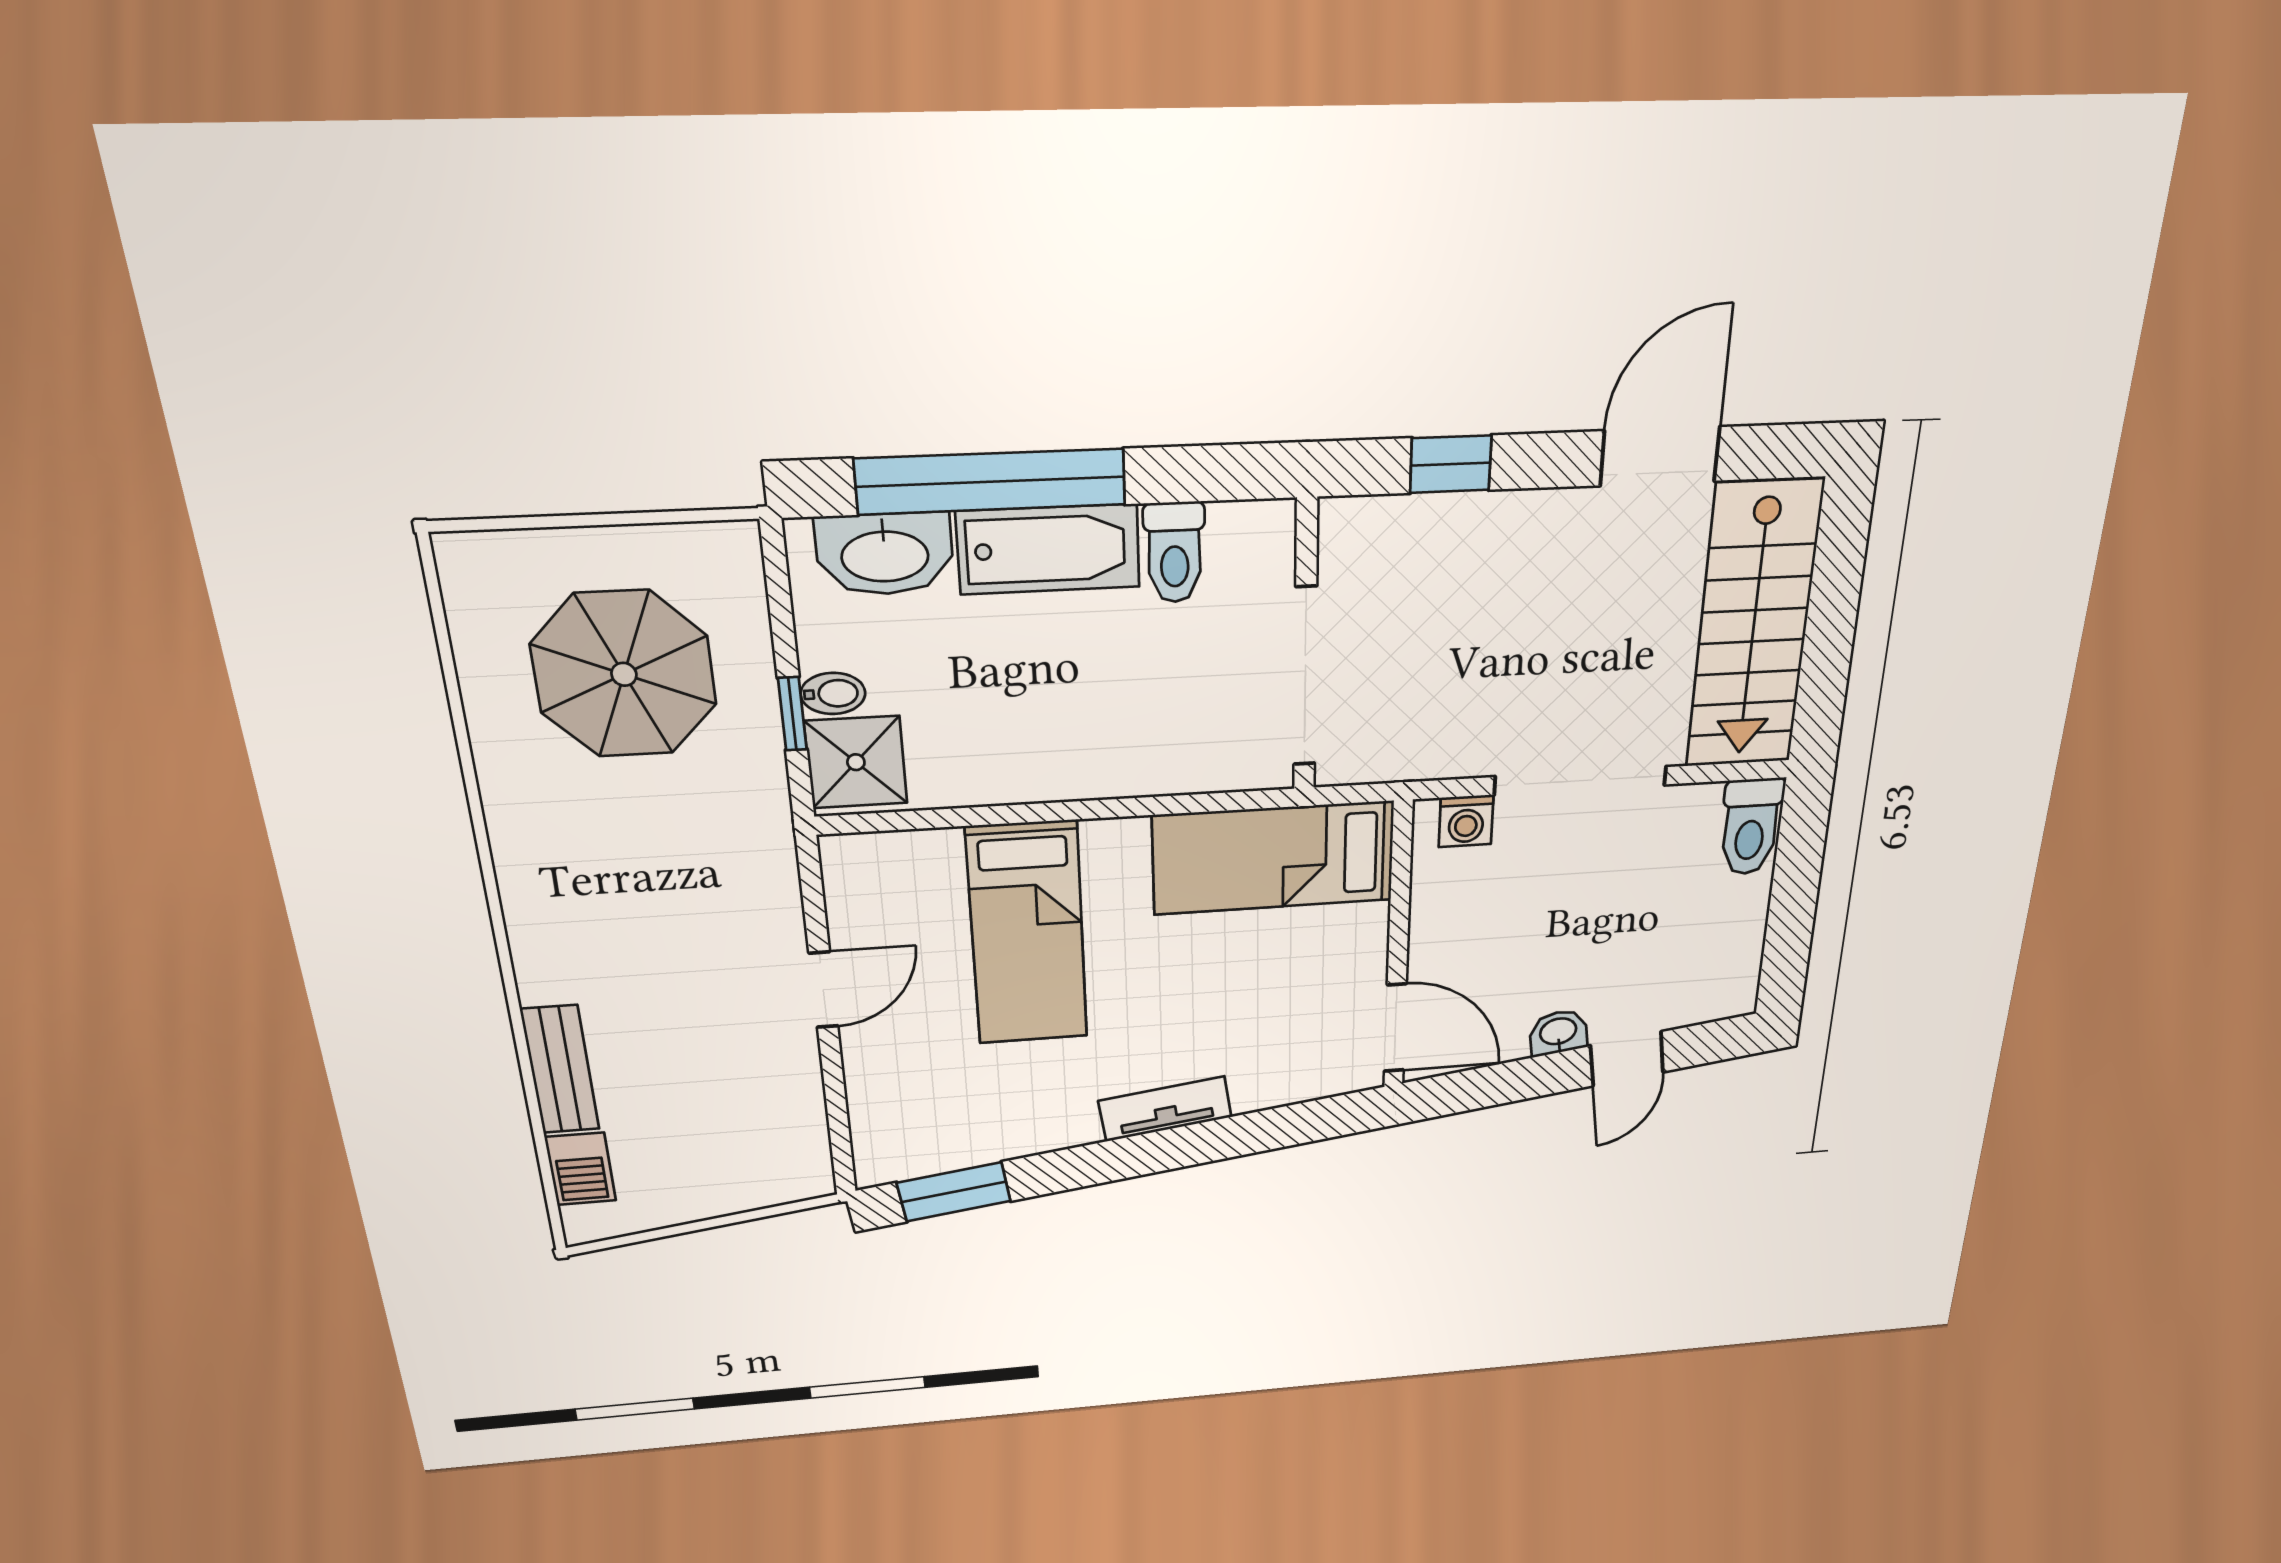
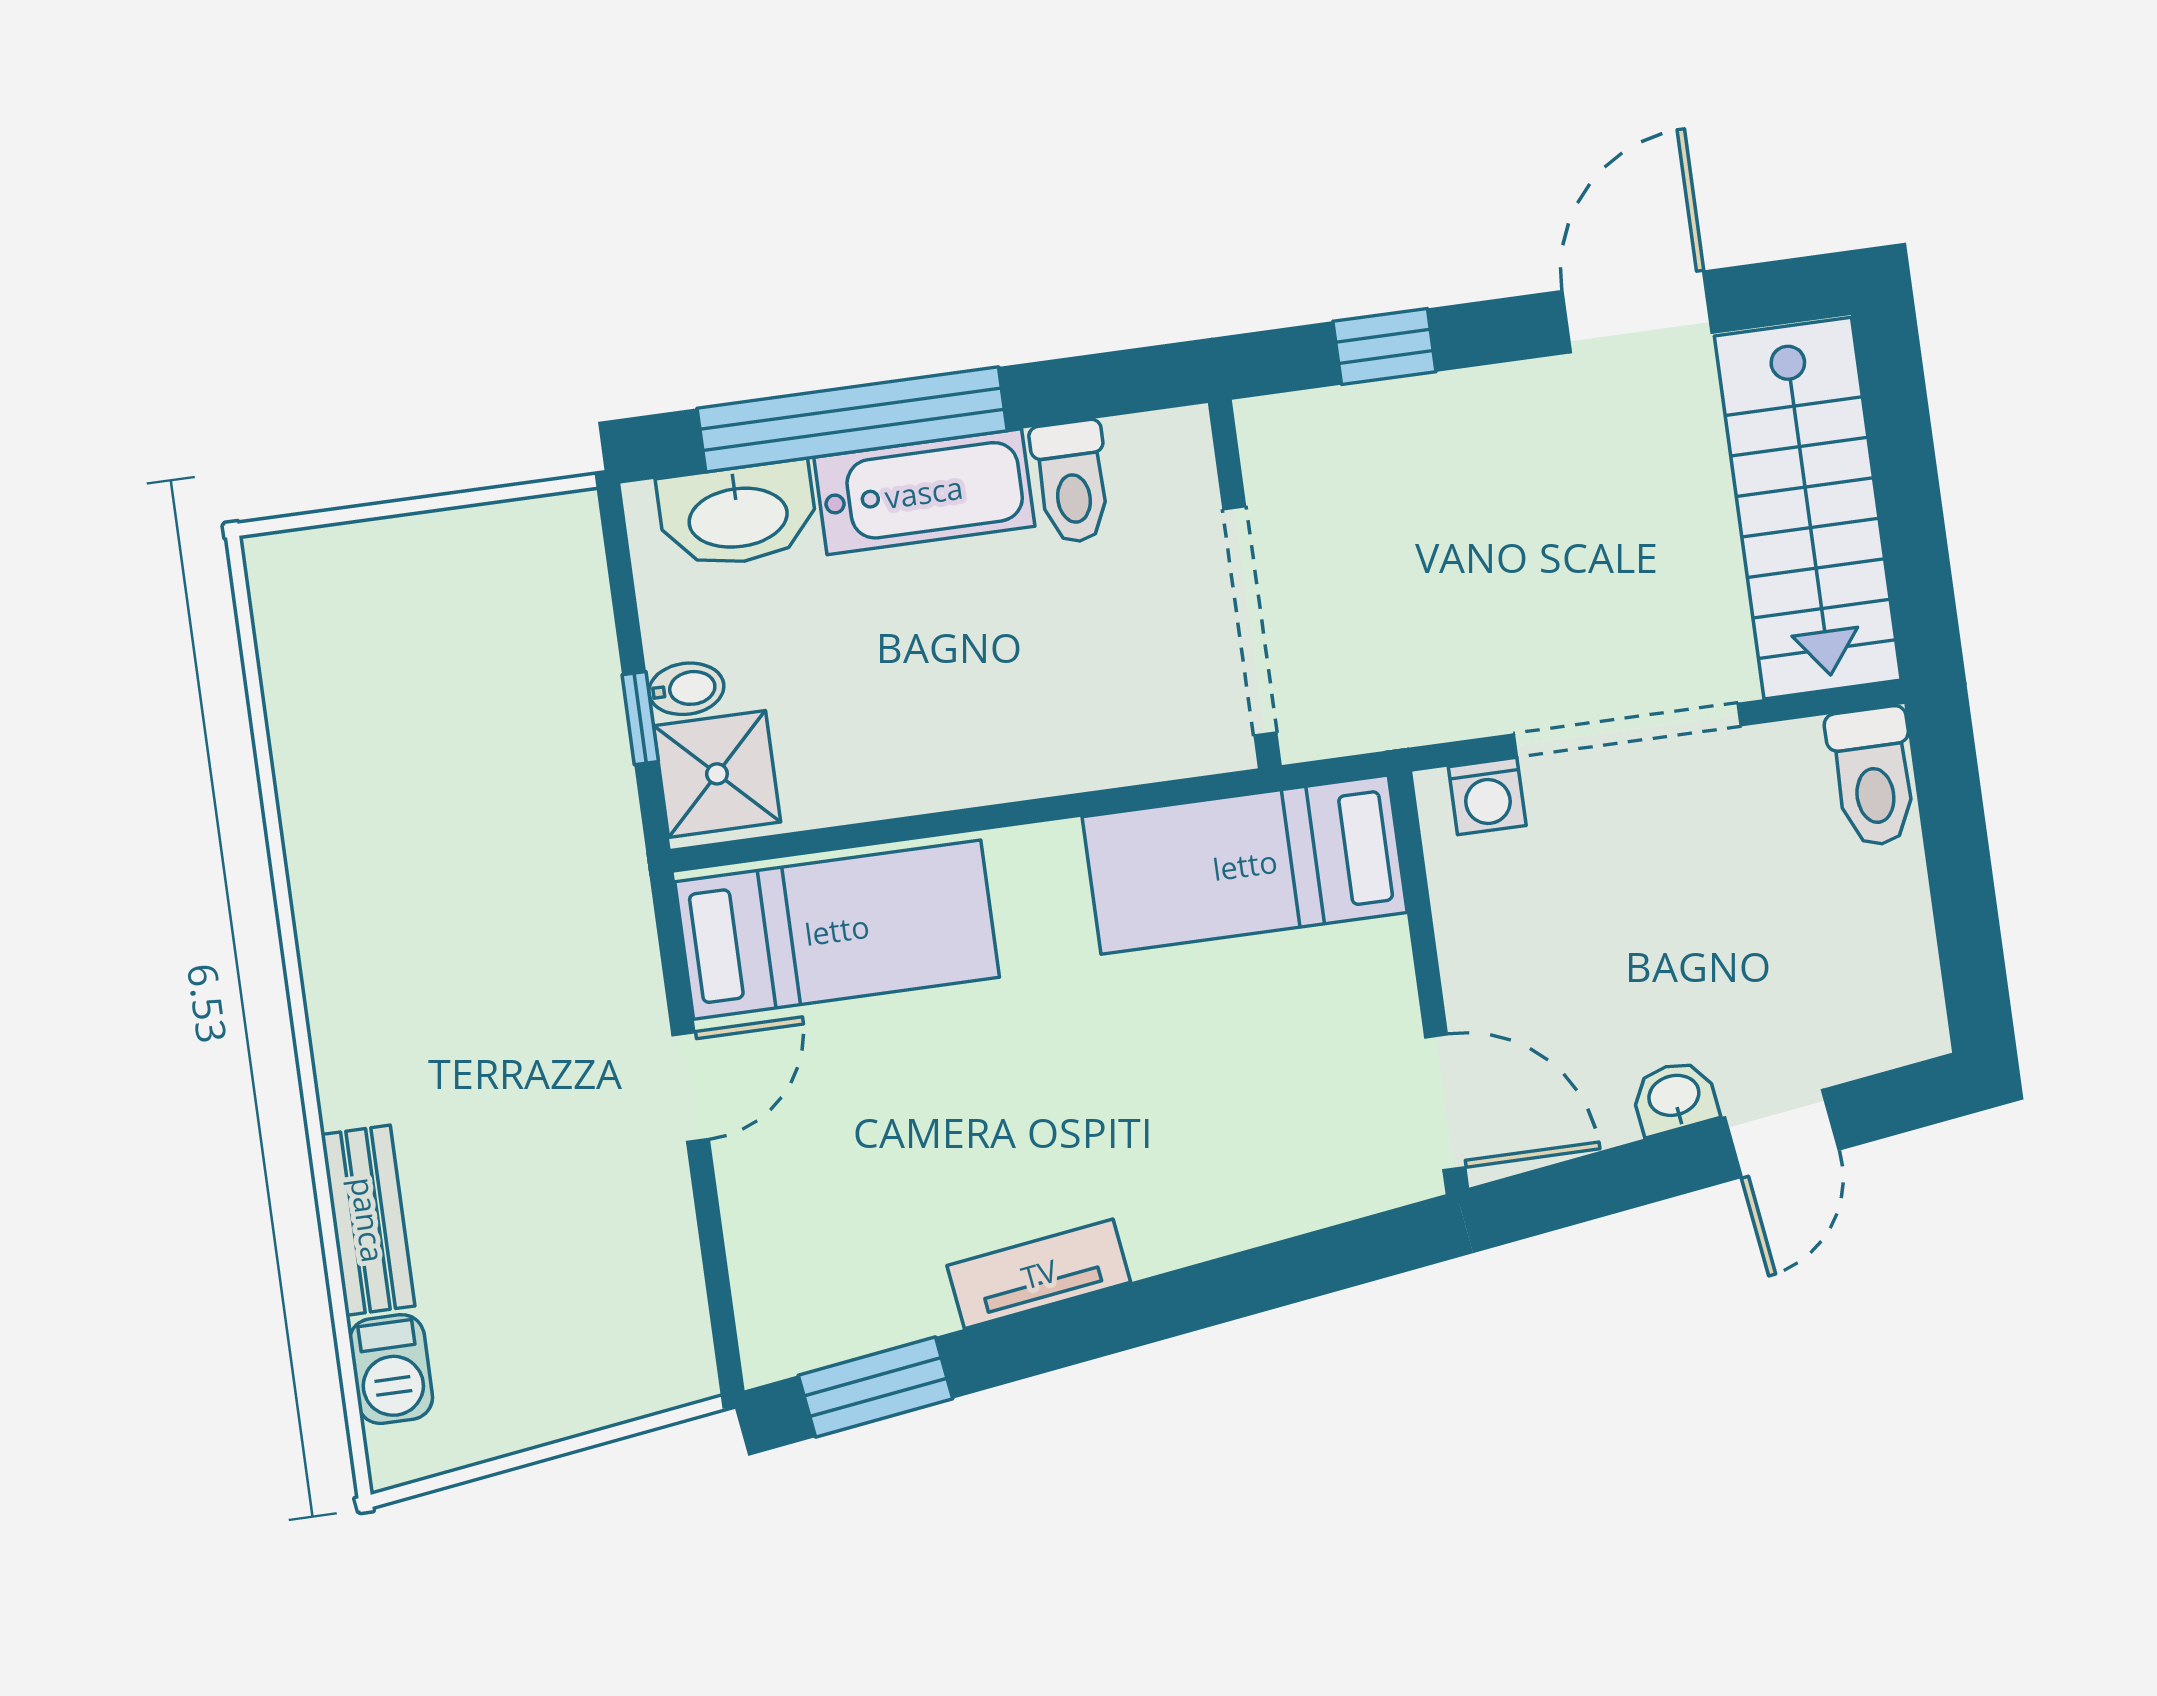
parasol: (624, 674) -> (448, 685), removed
bed: (1027, 934) -> (837, 930), moved, turned -90
tv unit: (1165, 1109) -> (1039, 1274), moved

